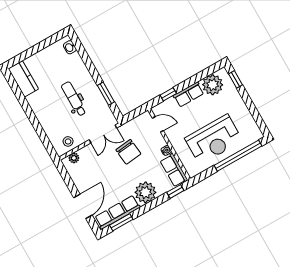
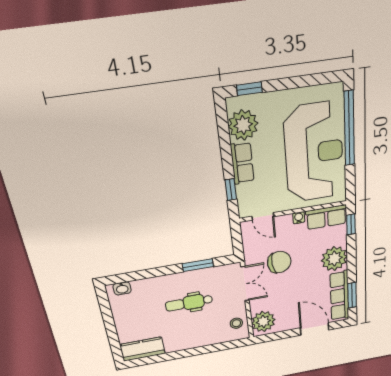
door: (158, 124) -> (263, 216), swing flipped
reception desk: (214, 140) -> (314, 153), width x1.36, depth x1.30
plant: (74, 158) -> (263, 322), width x1.87, depth x1.87

